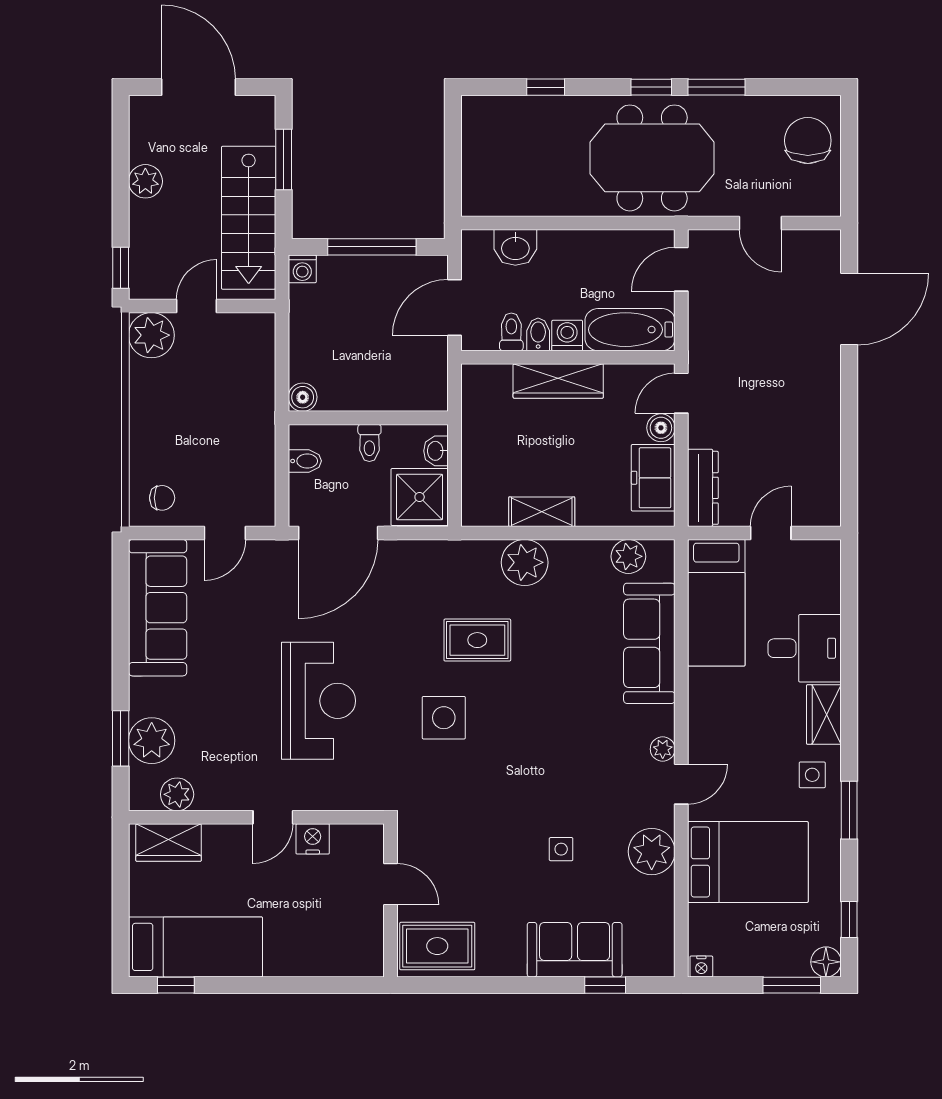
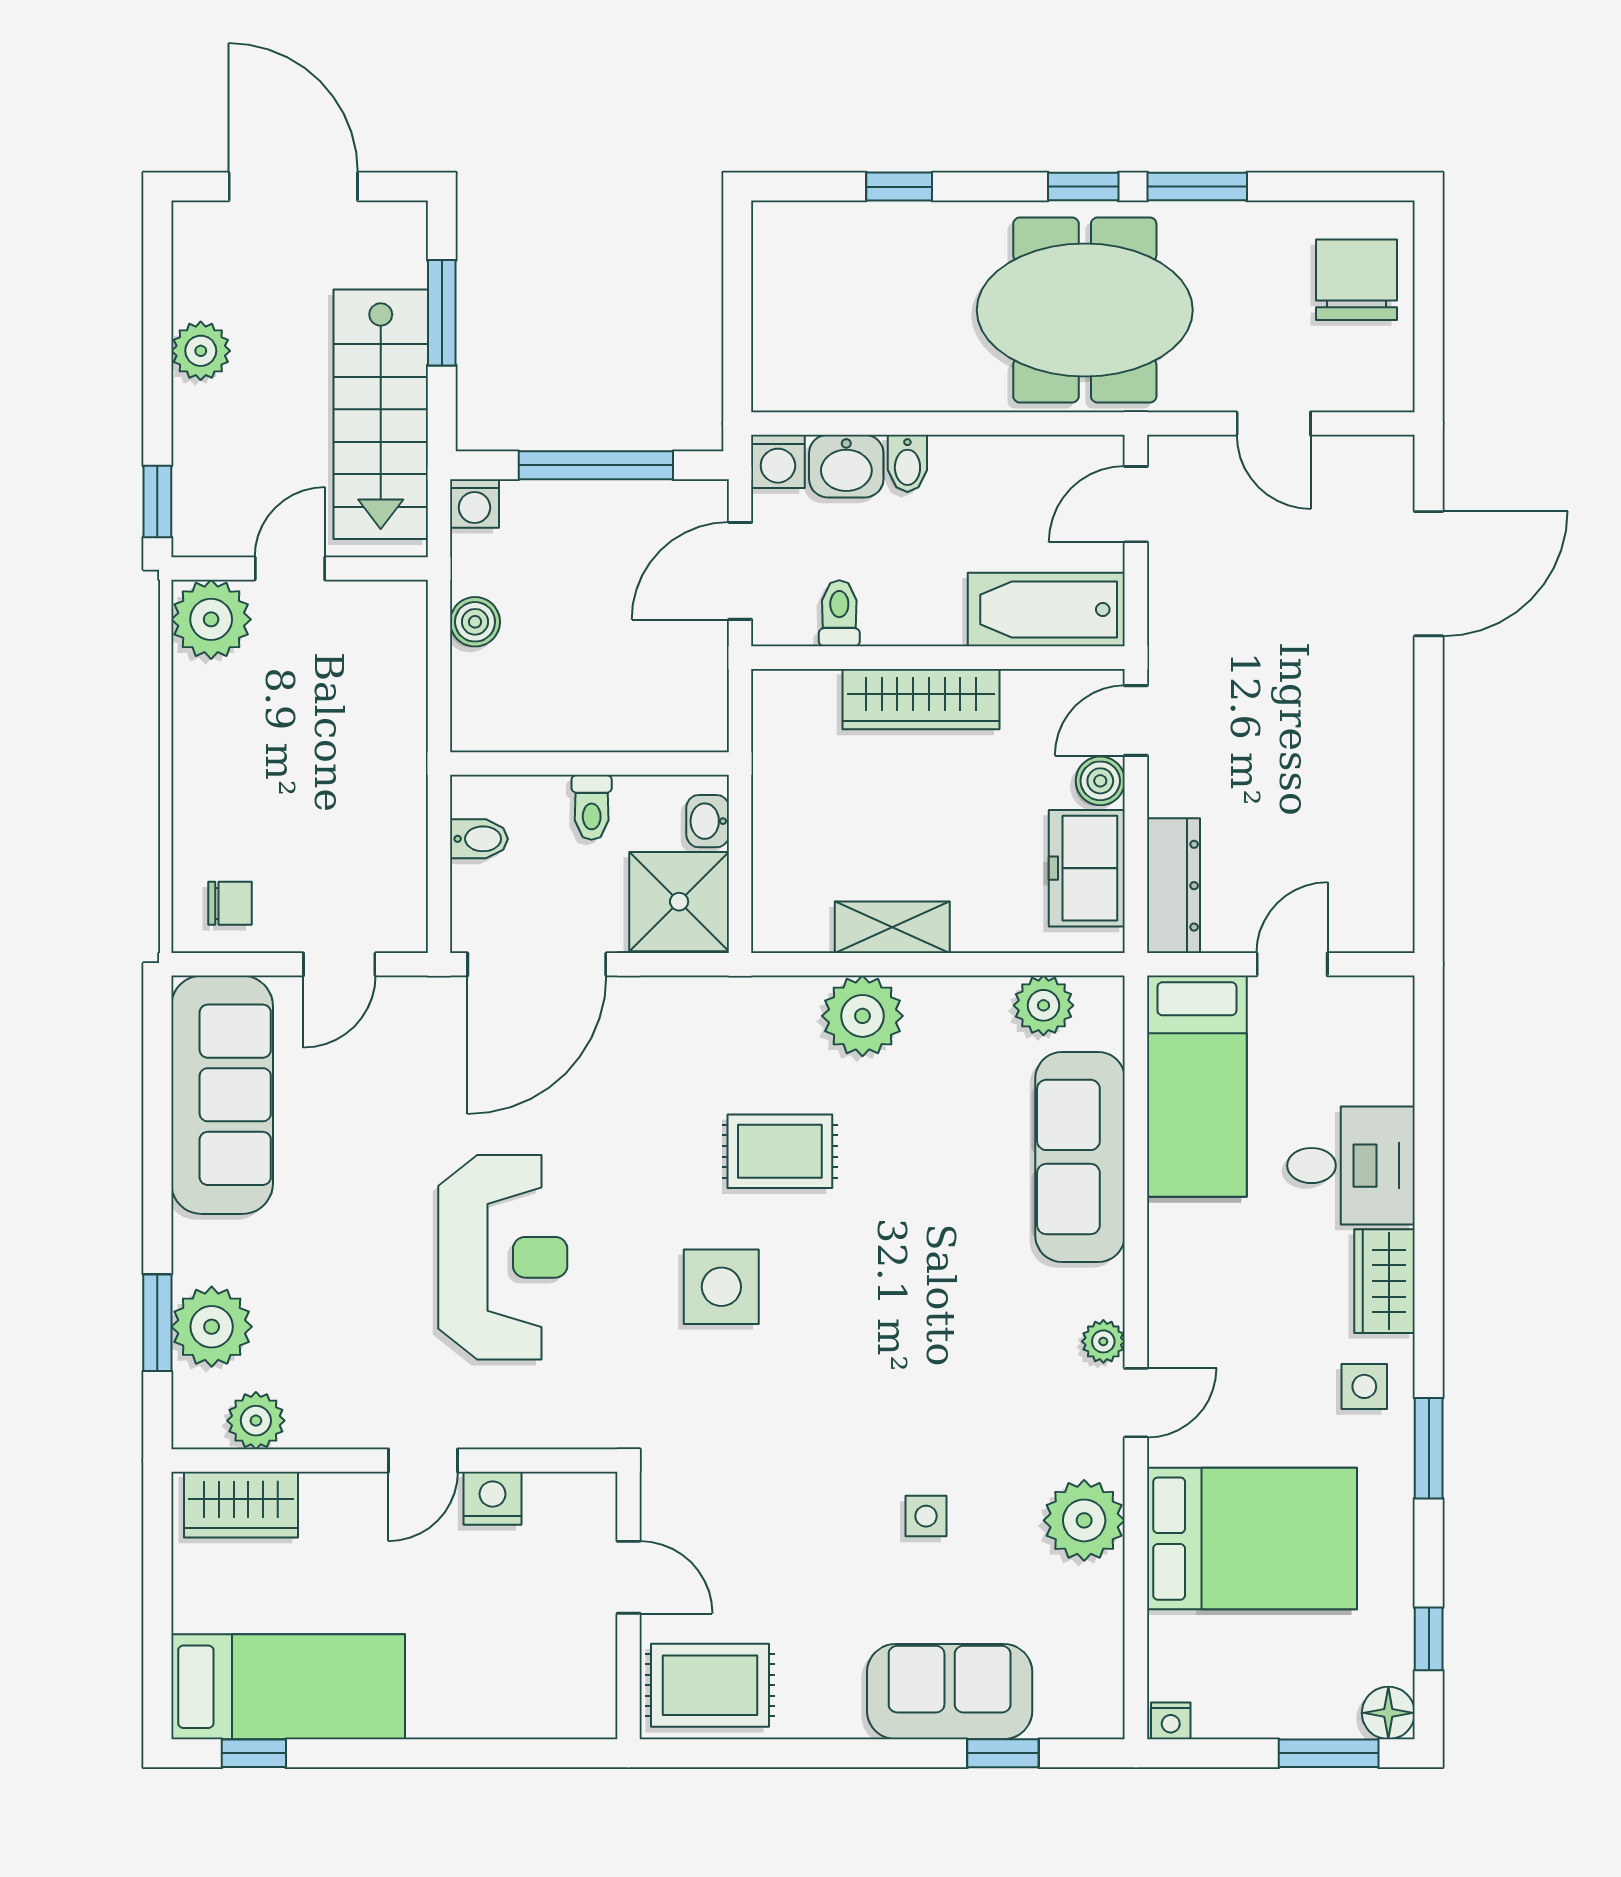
bidet: (538, 334) -> (907, 463), moved, turned 180
washing machine: (567, 335) -> (778, 461), moved, turned 180
boiler: (303, 397) -> (475, 622), moved

